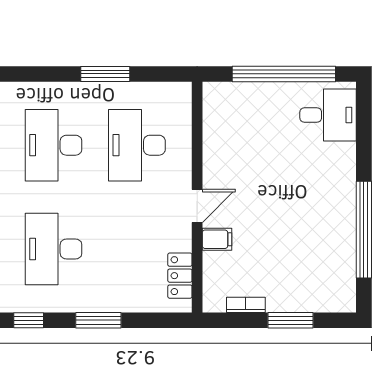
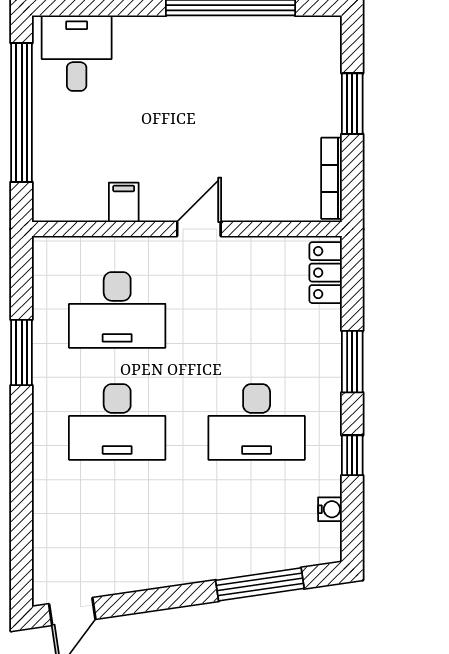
door: (197, 206) -> (199, 229), hinge flipped
filing cabinet: (217, 239) -> (124, 202), moved
locker: (180, 276) -> (326, 273), moved, turned 90
bookcase: (246, 305) -> (332, 178), width x1.56

